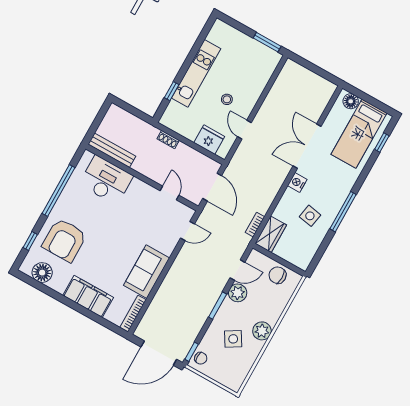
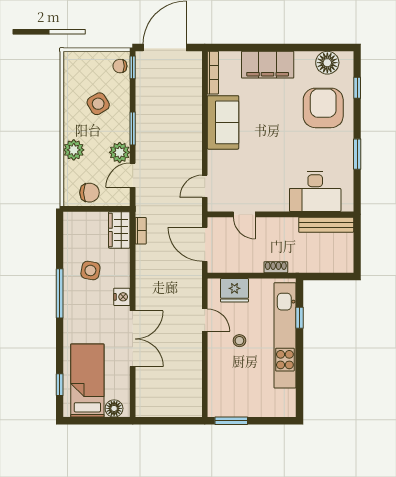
kitchen unit: (196, 73) -> (285, 335), width x1.36
window: (58, 191) -> (357, 154), width x0.47
plant: (262, 331) -> (74, 150), moved

